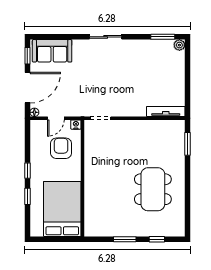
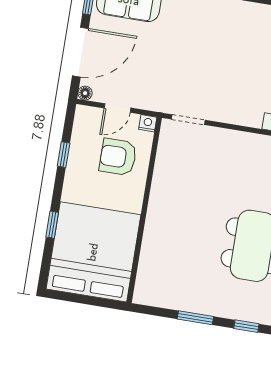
armchair: (61, 148) -> (118, 157), turned -90
window: (27, 171) -> (64, 155), moved
bed: (62, 209) -> (93, 252), width x1.36

